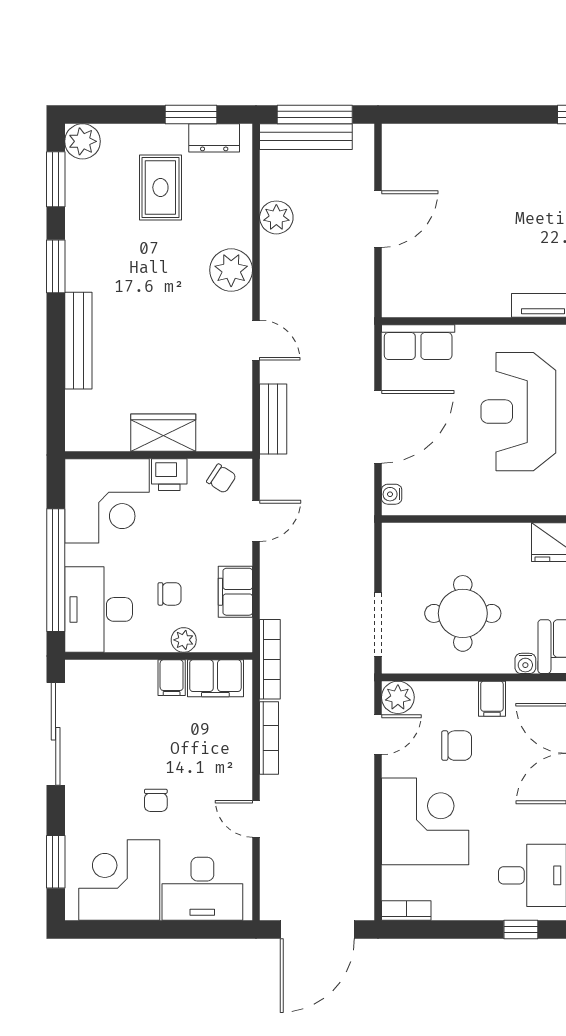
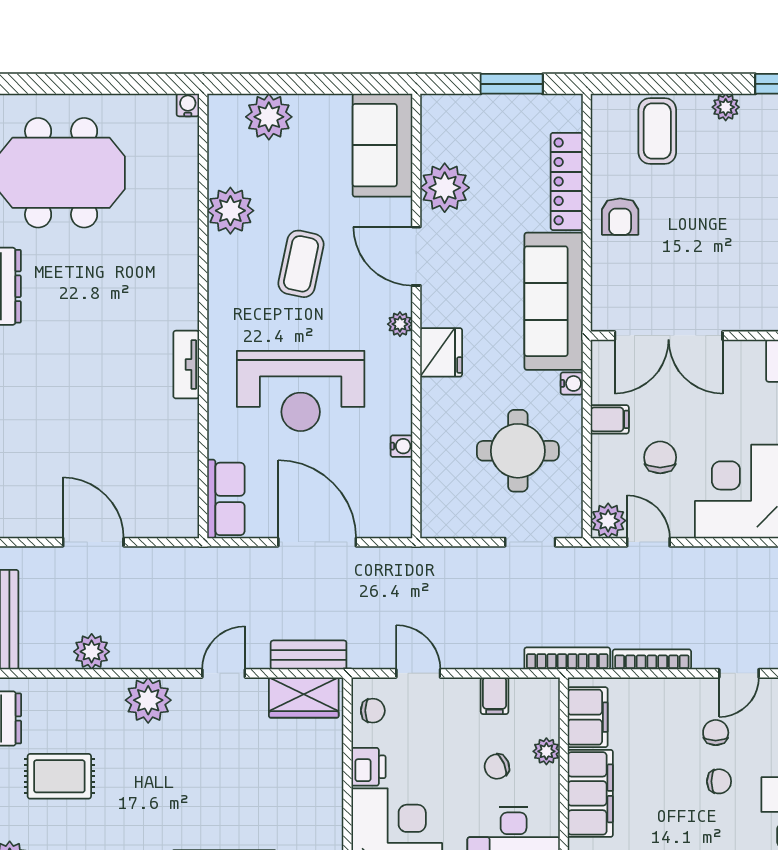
wardrobe: (163, 433) -> (304, 697), moved, turned -90
chair: (221, 479) -> (373, 711), turned 57
water cooler: (392, 494) -> (401, 446), moved, turned -90
filing cabinet: (235, 592) -> (495, 696), width x0.50
chair: (169, 594) -> (497, 767), turned -113
doorway: (378, 625) -> (530, 542), width x0.73
filing cabinet: (172, 678) -> (590, 793), width x3.00, depth x1.17
chair: (201, 797) -> (716, 733), added

